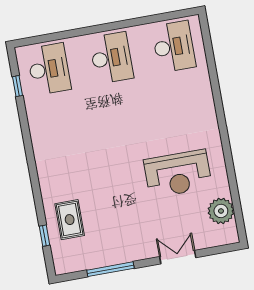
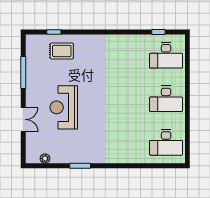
window: (229, 164) -> (80, 166), added
reception desk: (178, 174) -> (64, 107), moved
plant: (221, 211) -> (45, 159), width x0.53, depth x0.53

